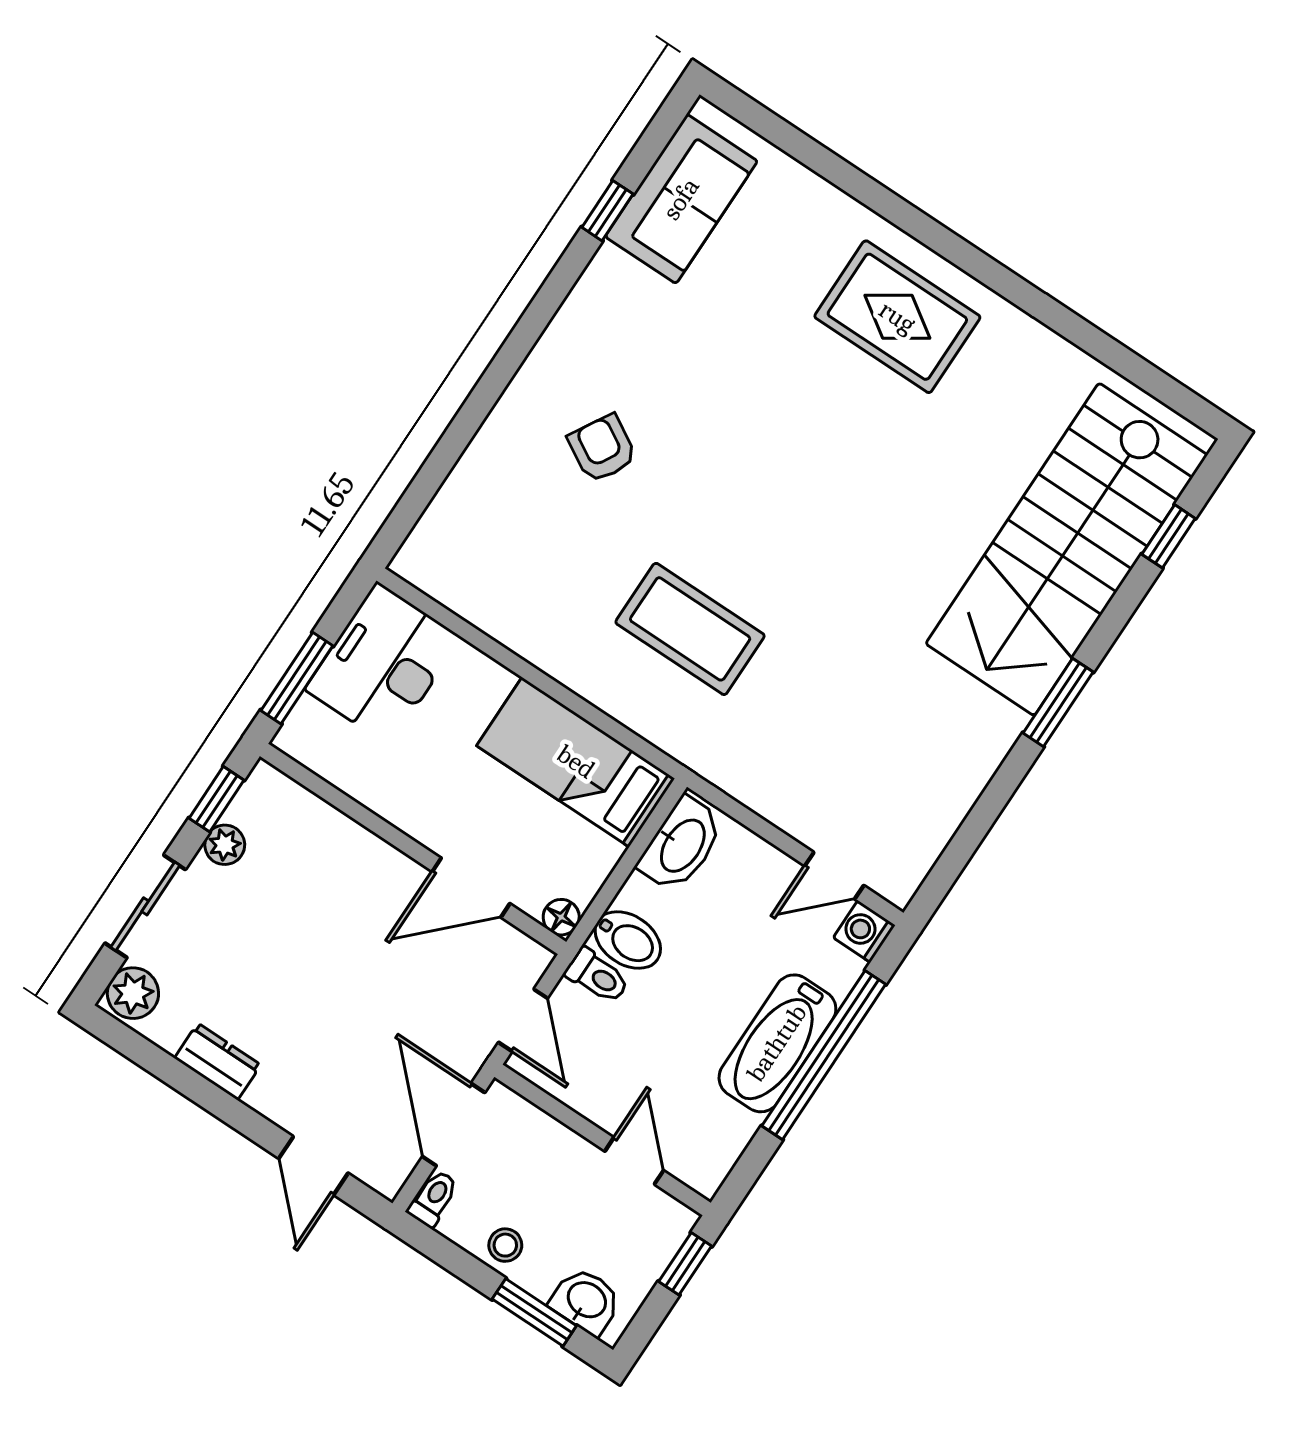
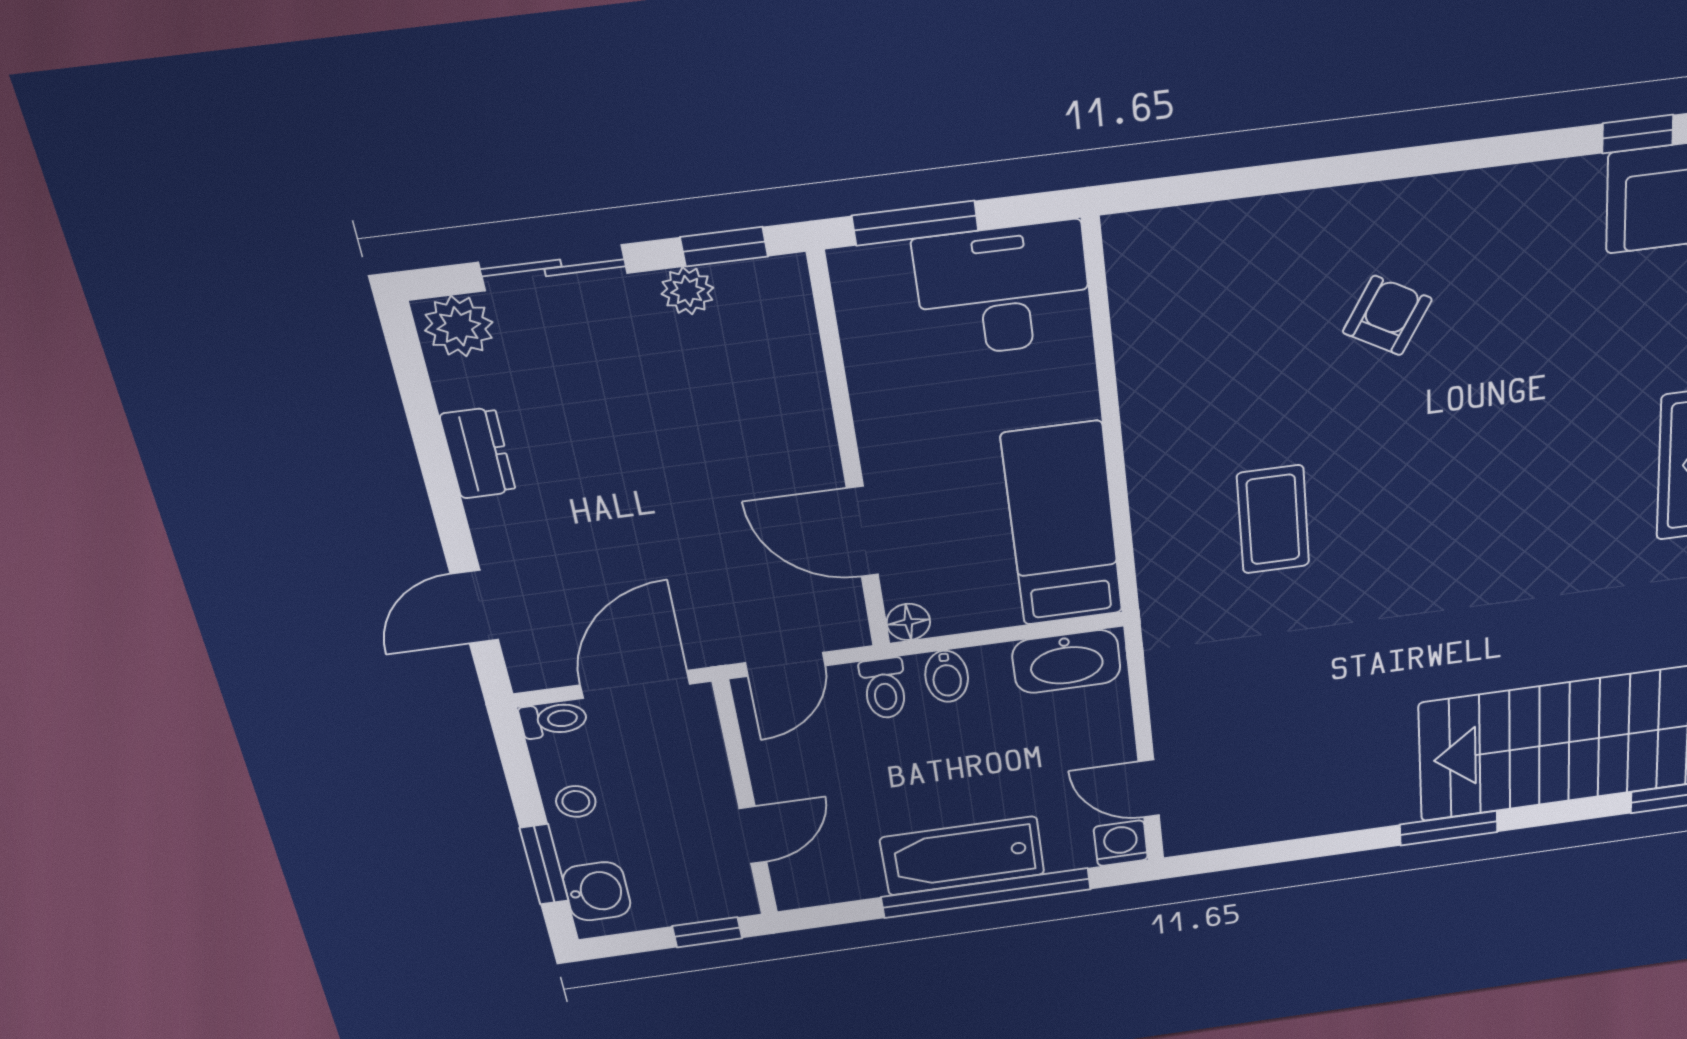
coffee table: (690, 629) -> (1273, 520), width x0.73, depth x0.76
bidet: (628, 940) -> (947, 676), width x0.72, depth x0.74

